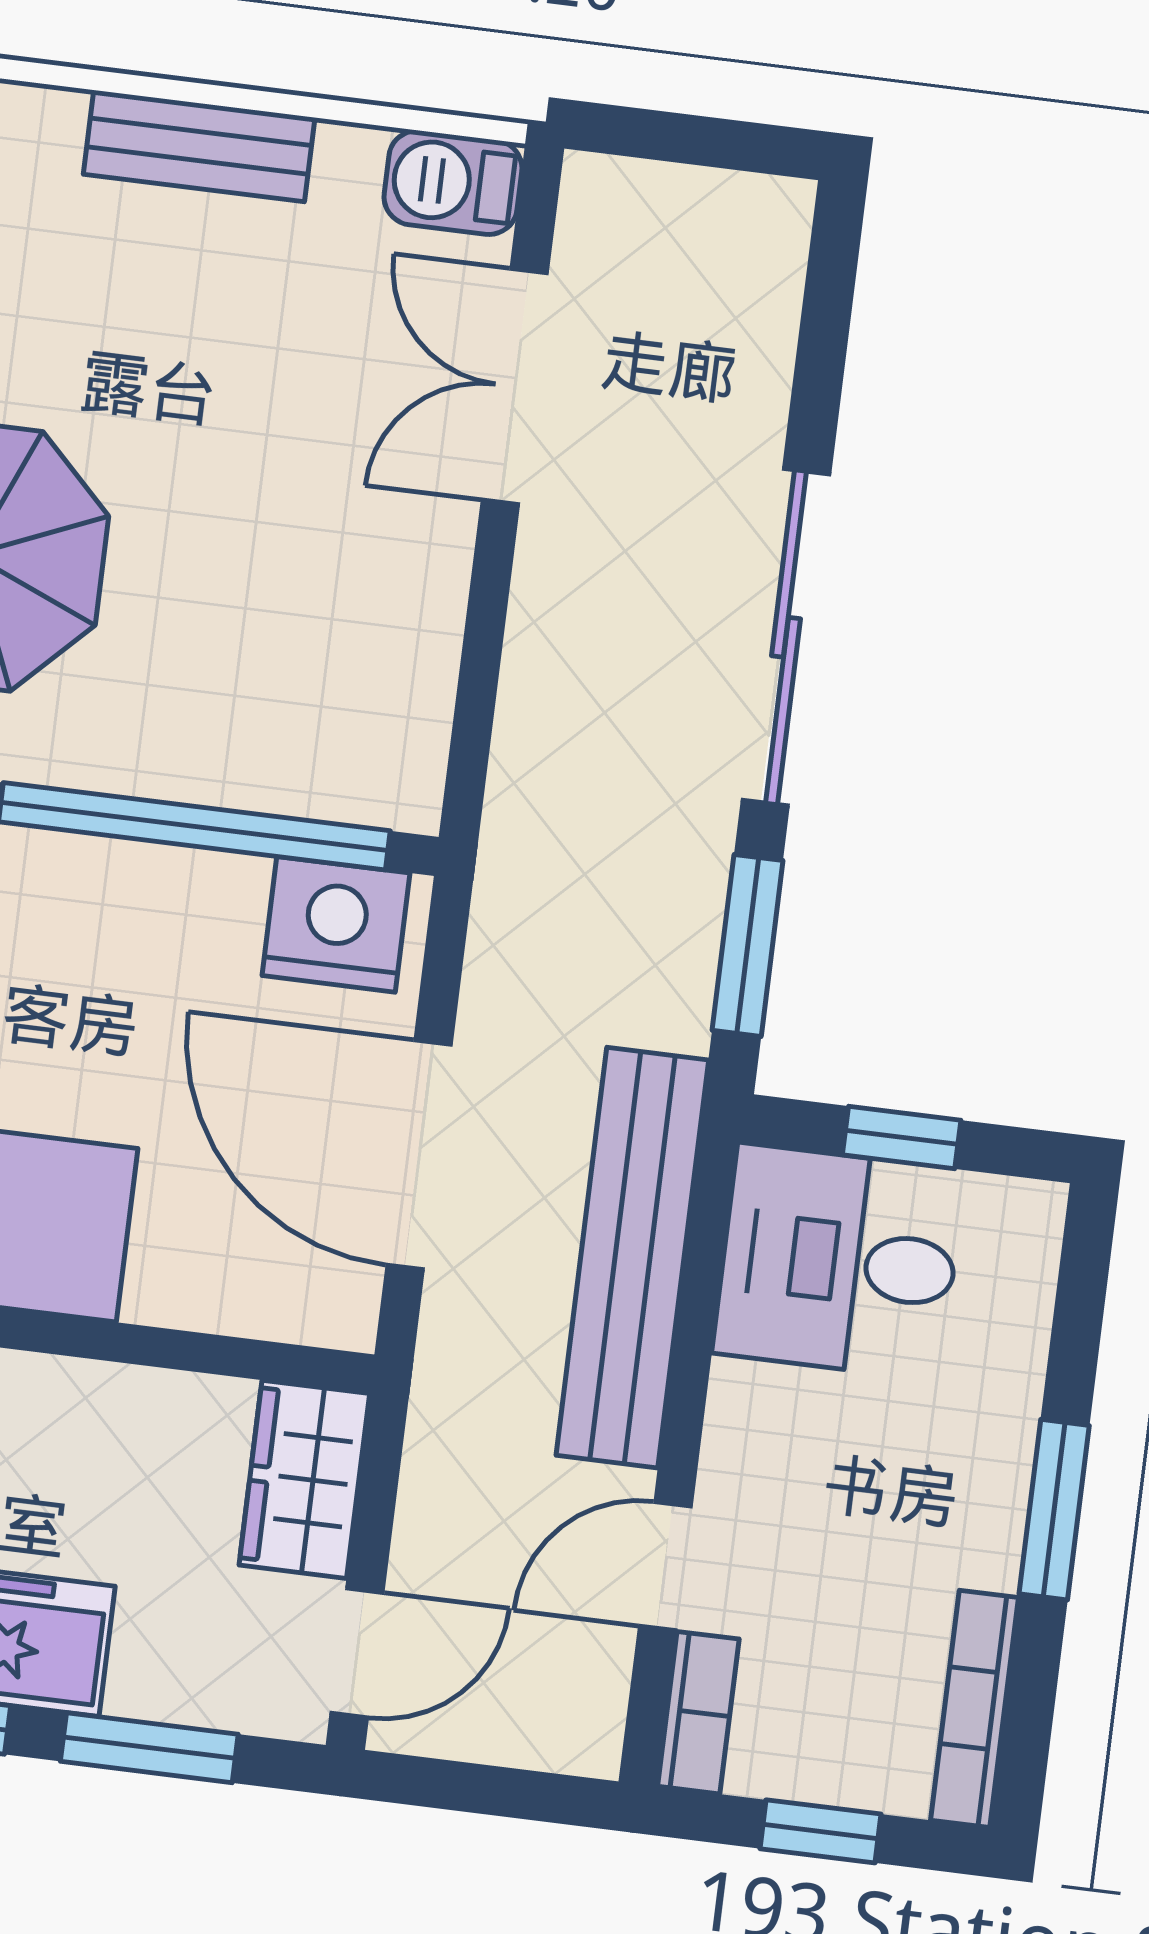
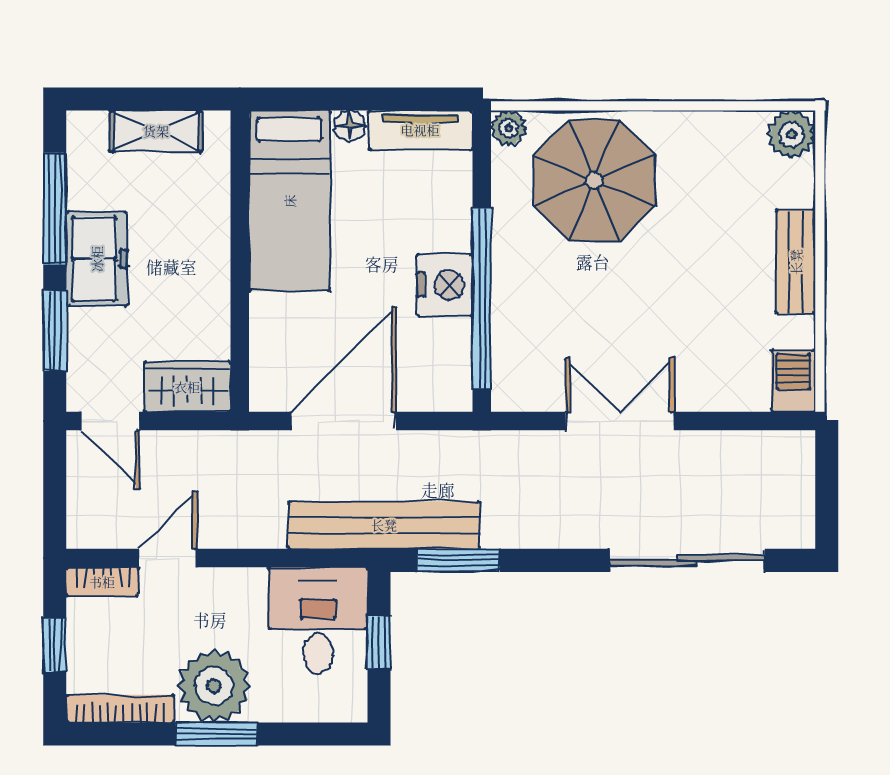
double door: (515, 387) -> (620, 421), moved
sliding door: (786, 637) -> (687, 560), moved
nightstand: (336, 924) -> (445, 285), moved
bench: (632, 1258) -> (384, 525), moved
plant: (951, 1502) -> (214, 686), added
door: (665, 1566) -> (168, 558), hinge flipped

